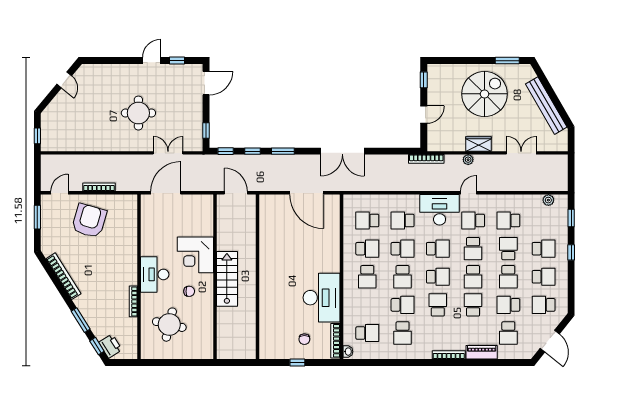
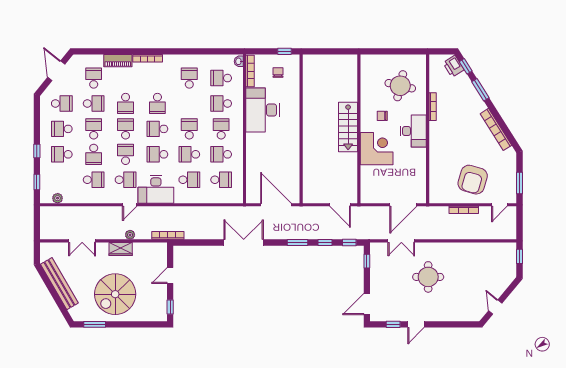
wall: (258, 277) -> (301, 129), moved
school desk: (403, 305) -> (221, 103), moved

